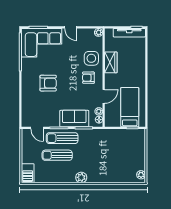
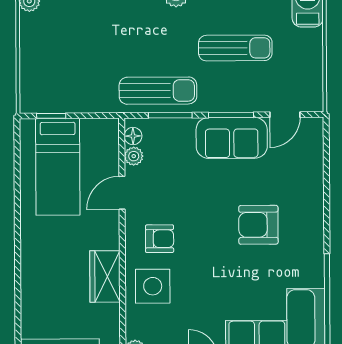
sofa: (74, 119) -> (232, 138), moved
door: (37, 128) -> (285, 115), swing flipped
sun lounger: (62, 138) -> (158, 91), moved

